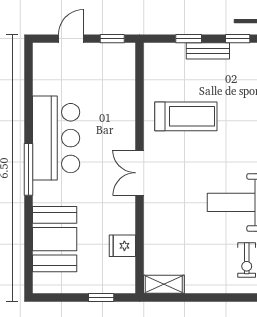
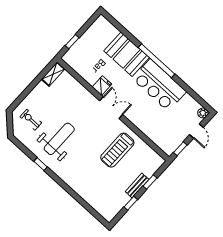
plant: (41, 51) -> (203, 113), added
window: (29, 169) -> (157, 61), width x1.46
booth: (55, 239) -> (127, 54), moved
fridge: (122, 246) -> (102, 86), moved

